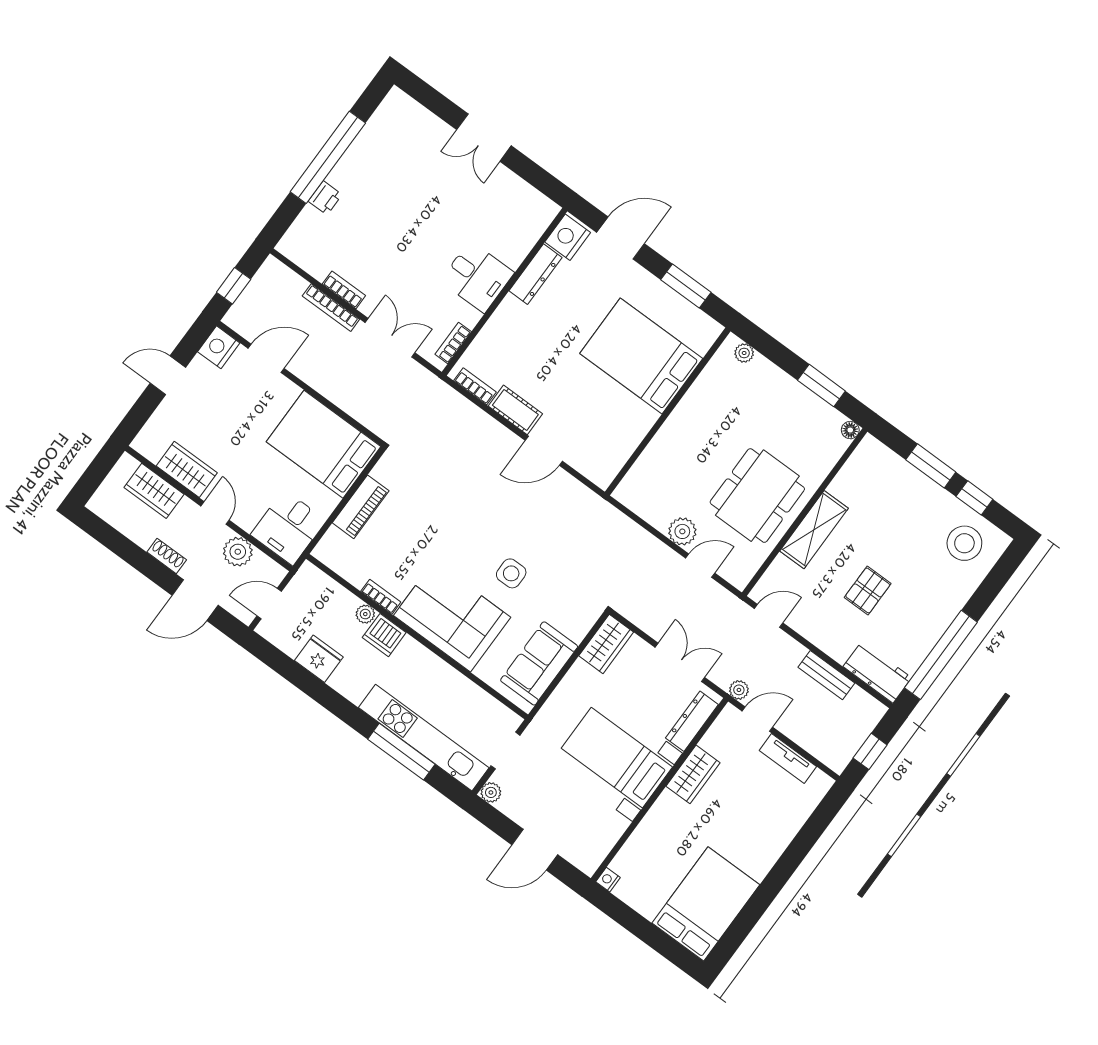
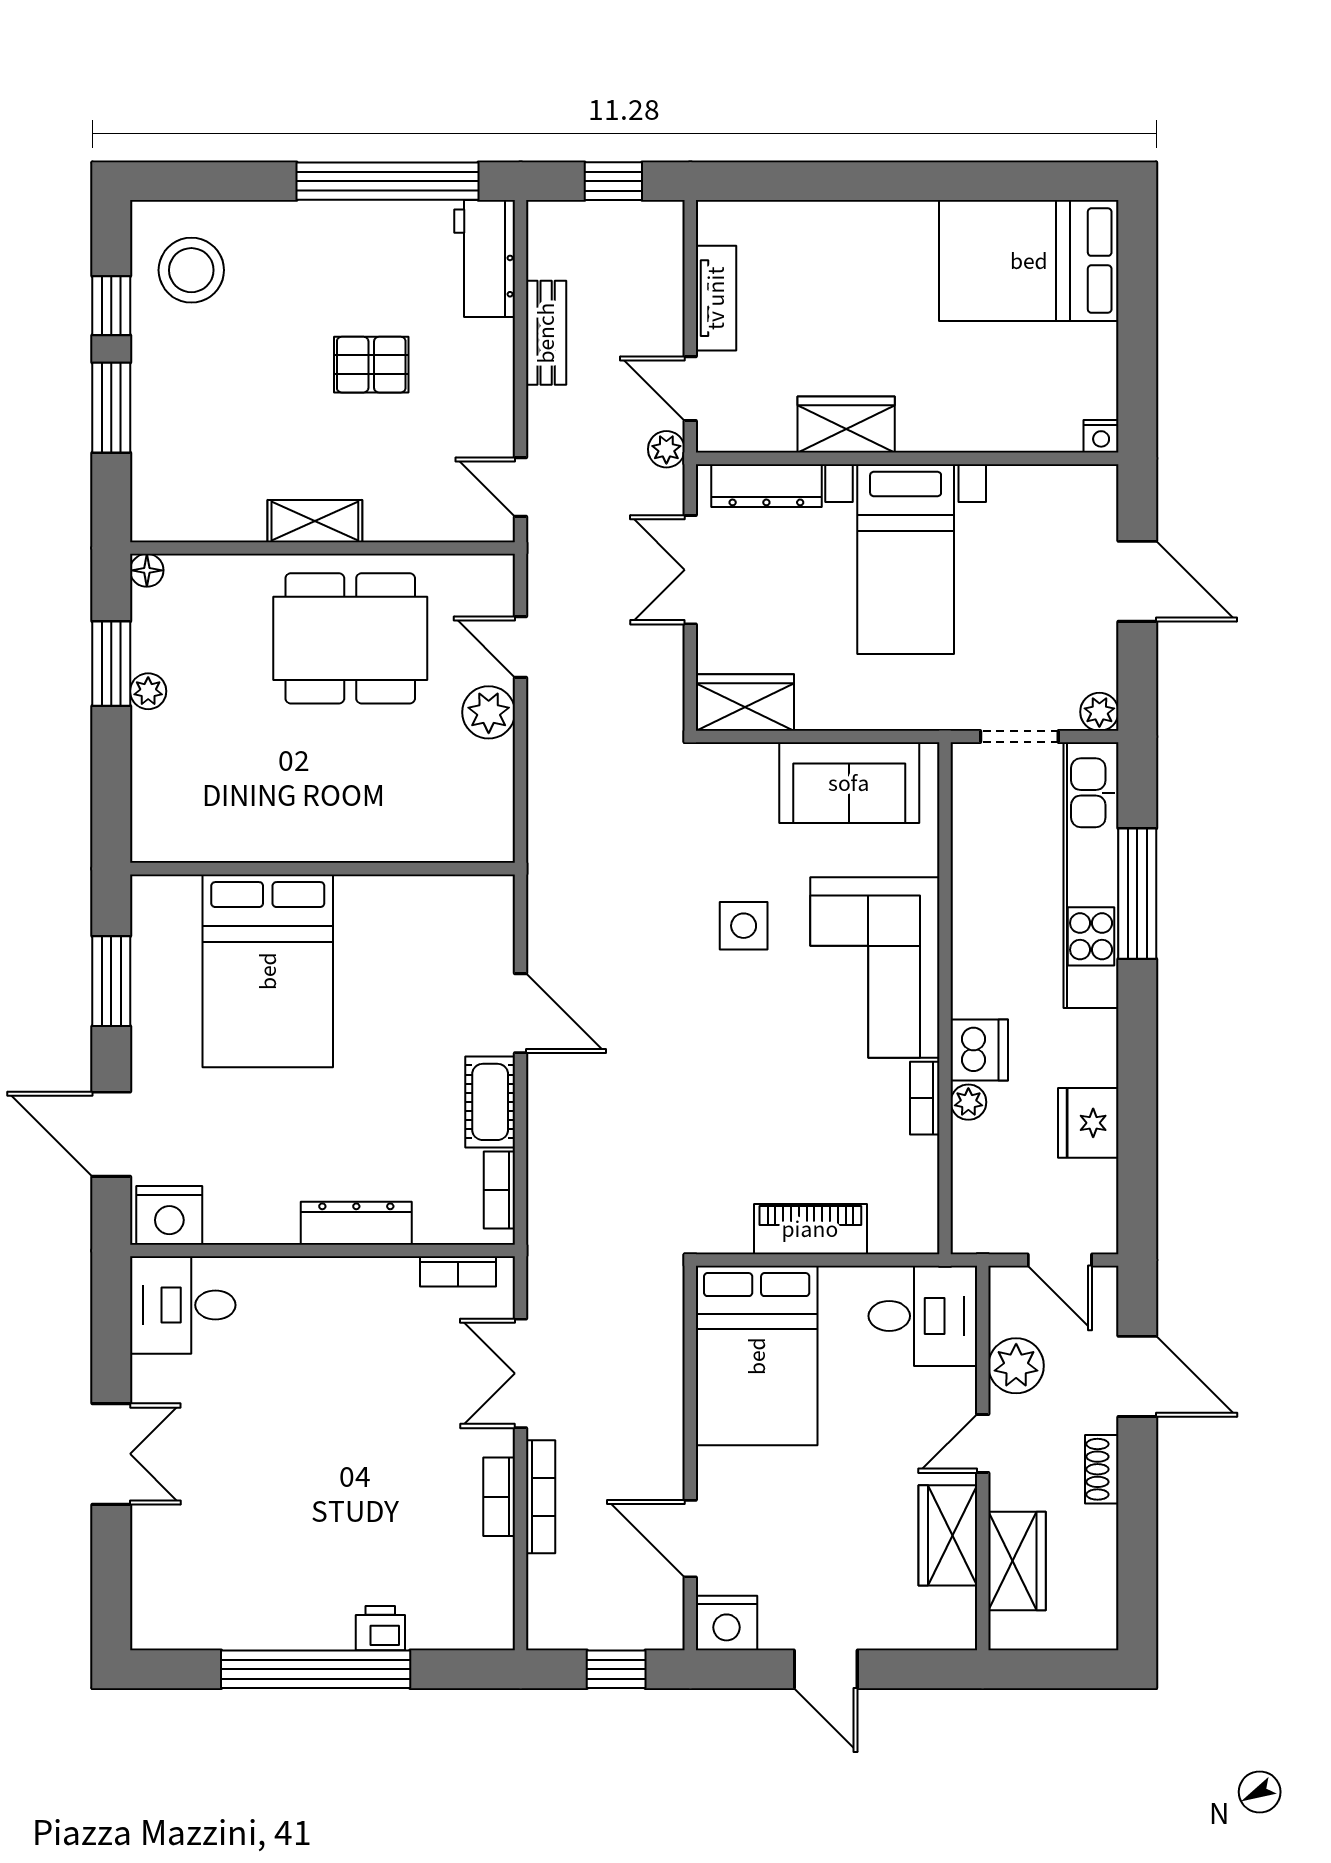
dresser: (535, 274) -> (356, 1223), moved
desk: (477, 277) -> (183, 1305), moved, turned -90
plant: (744, 353) -> (148, 691), moved
shelving: (814, 530) -> (315, 521), width x0.67, depth x0.75

